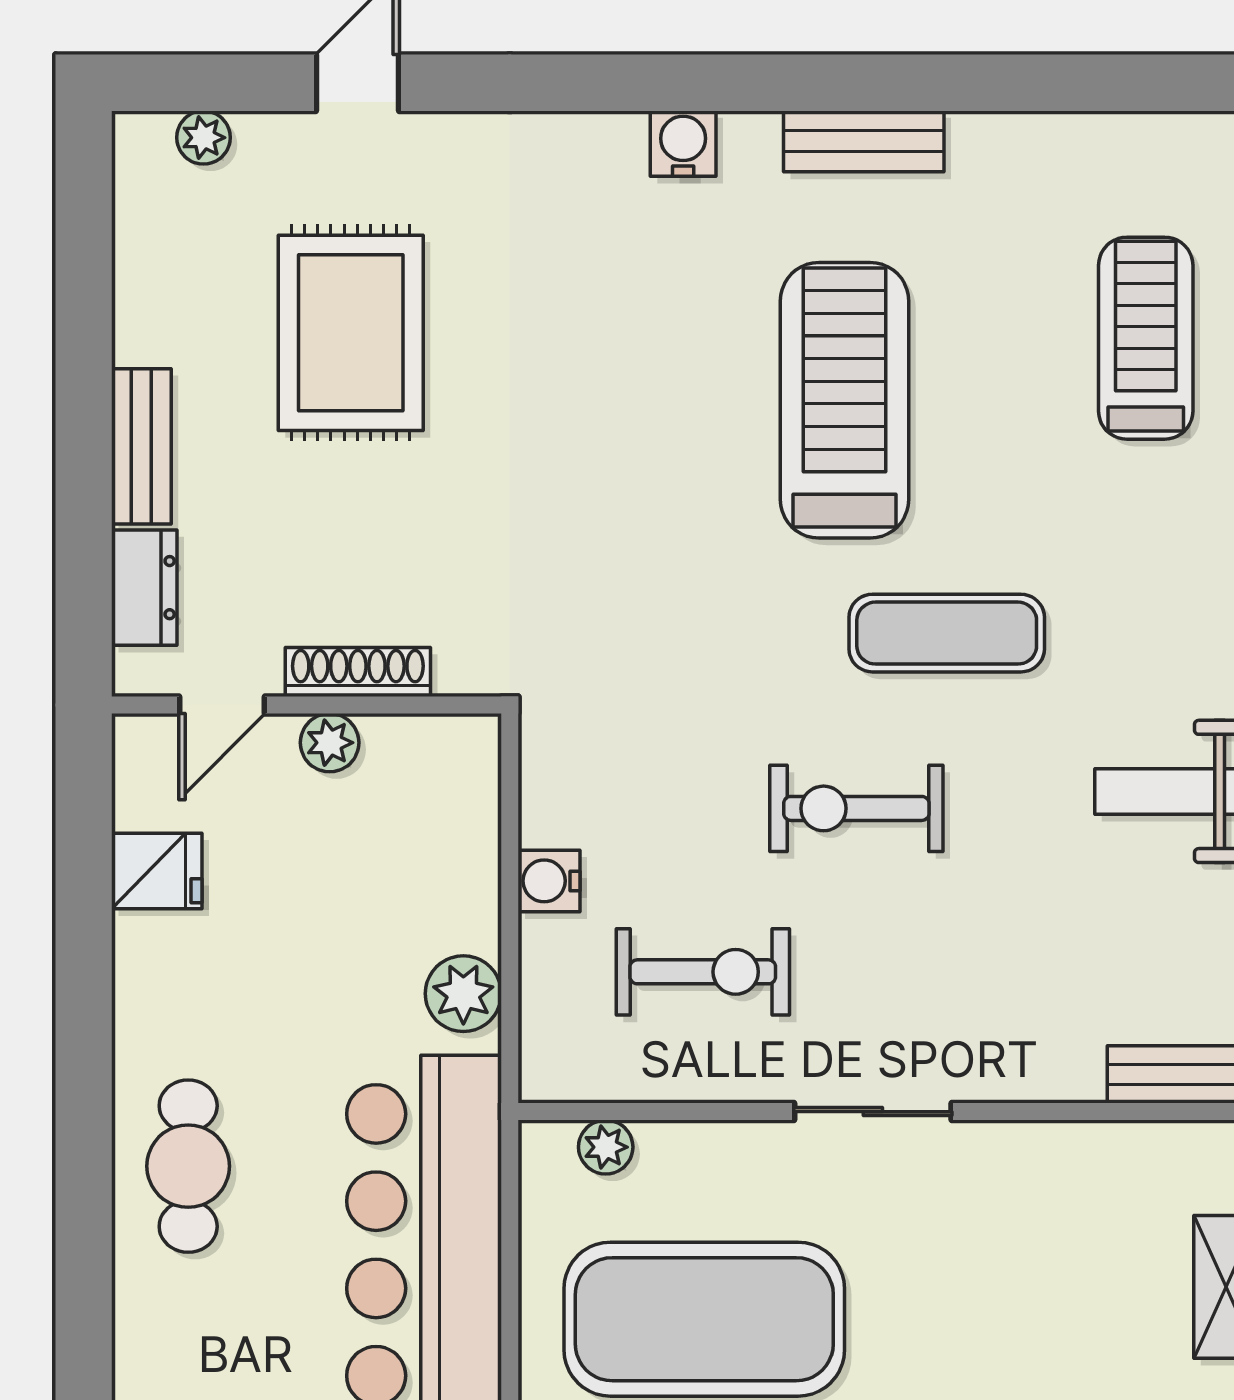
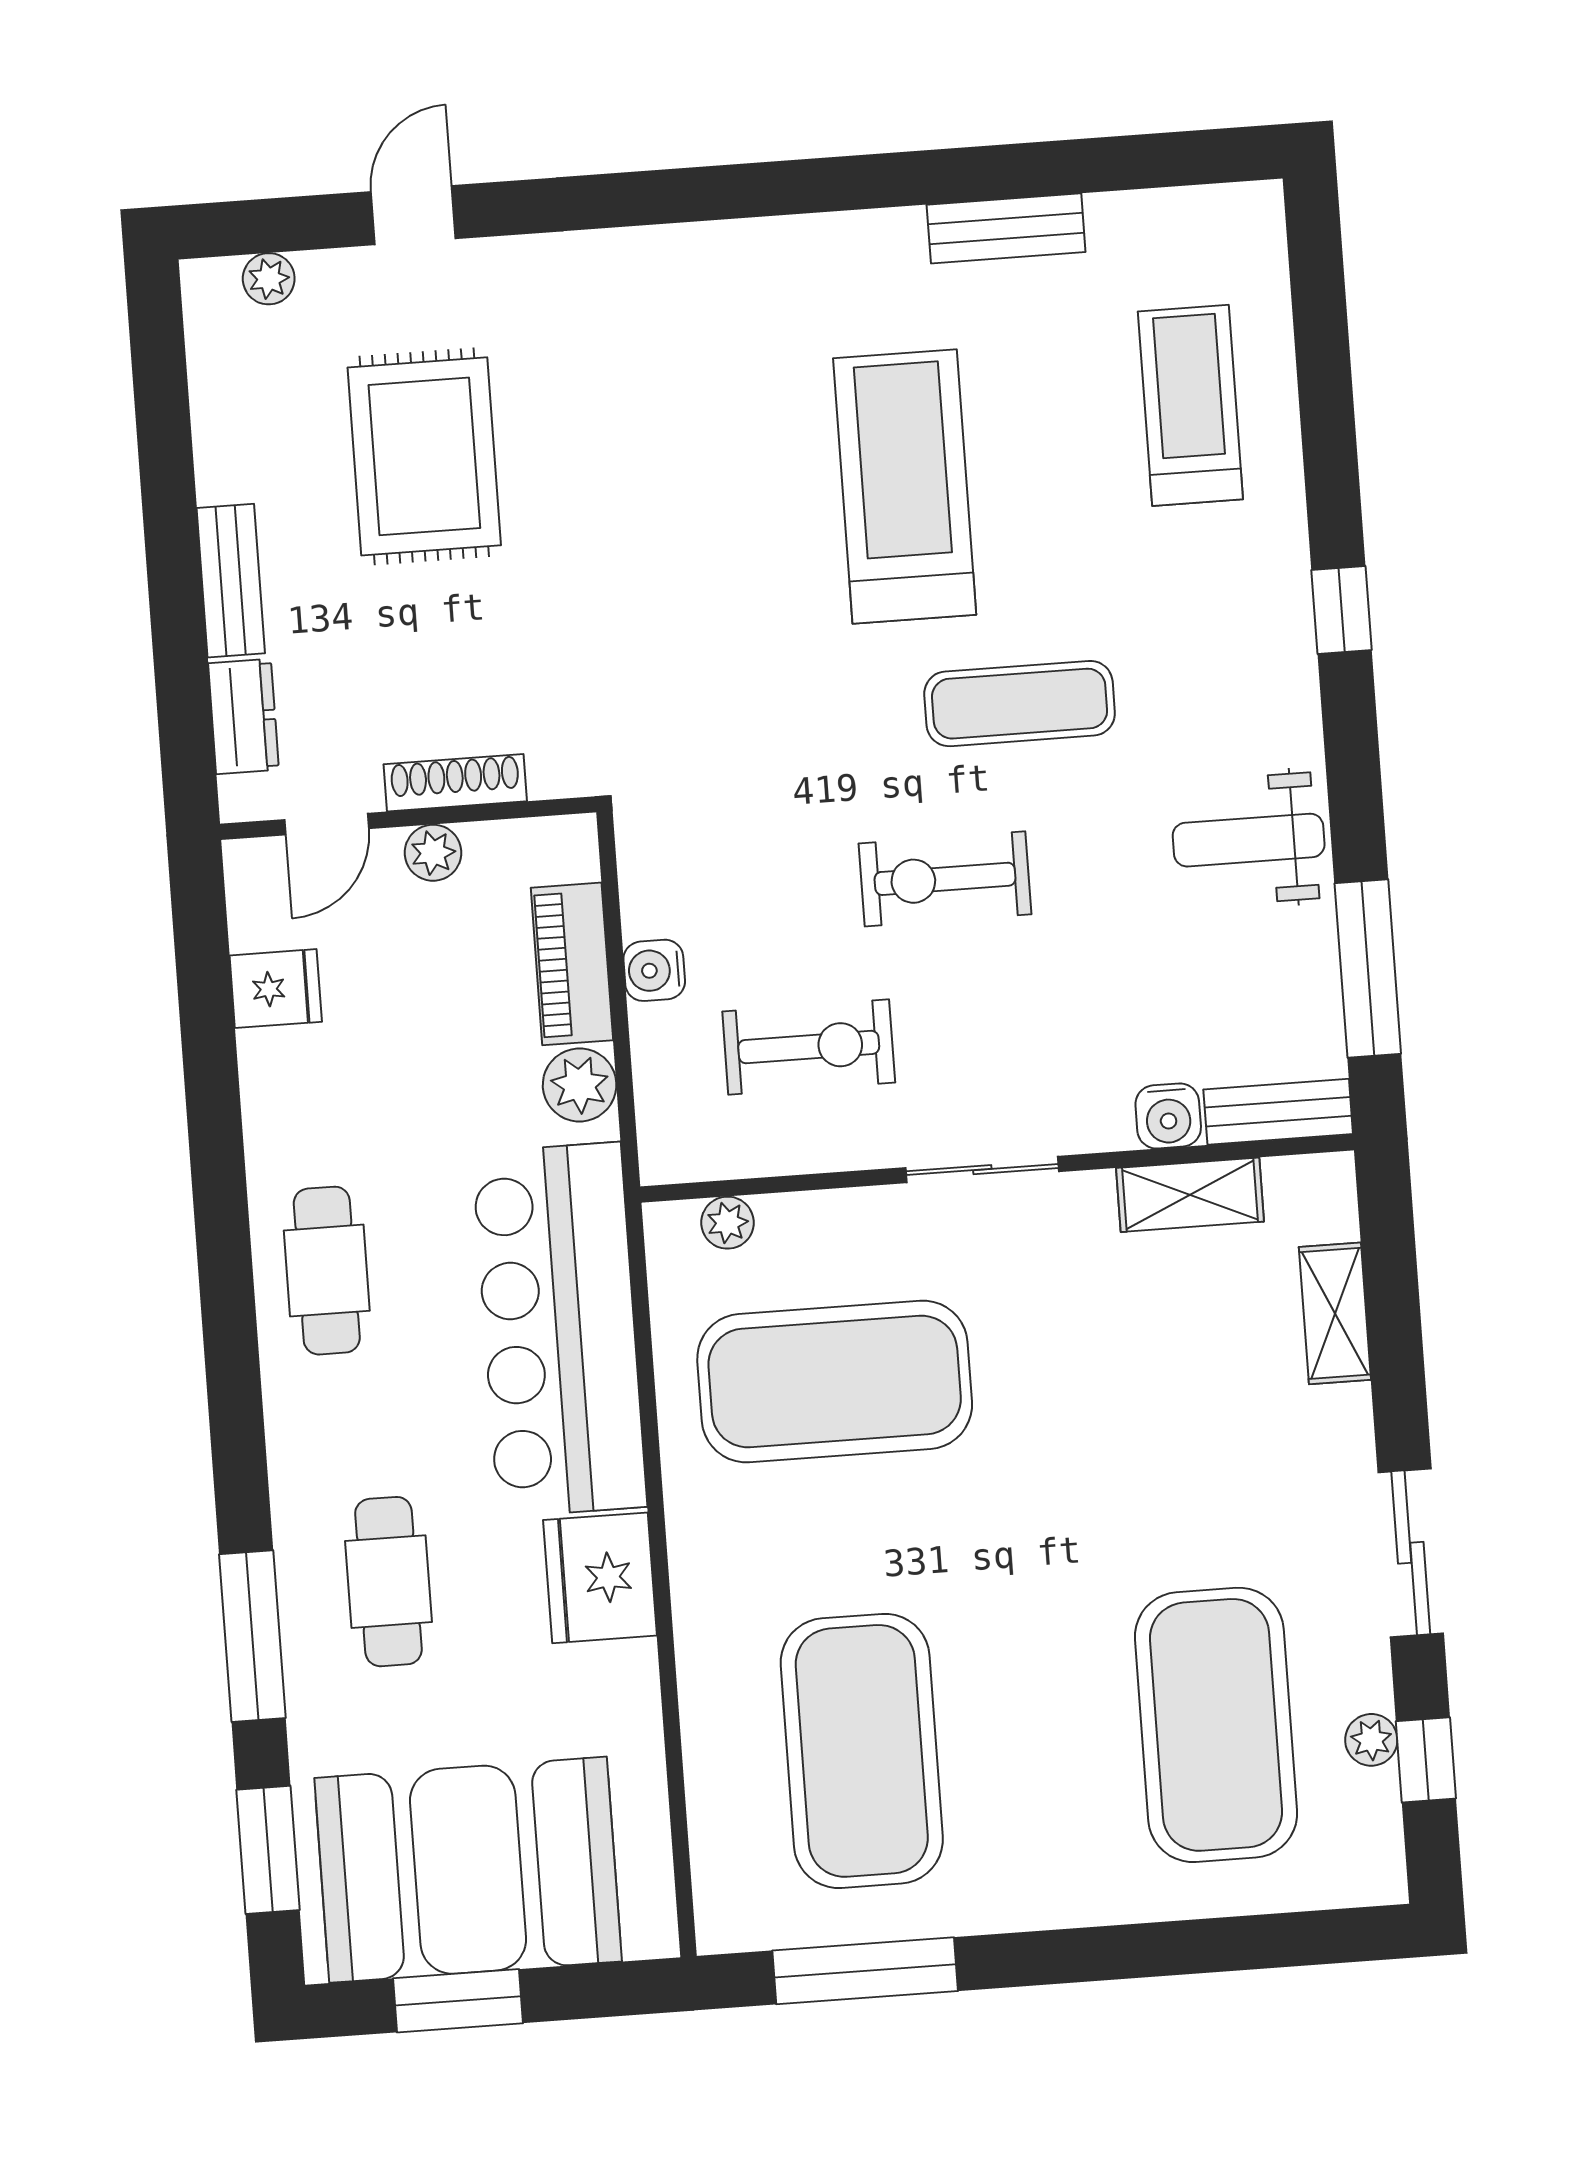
bench: (864, 141) -> (1006, 228), moved
water cooler: (683, 144) -> (1168, 1116), moved, turned 180
piano: (465, 868) -> (572, 964), added
shelving: (1085, 1153) -> (1190, 1195), added

